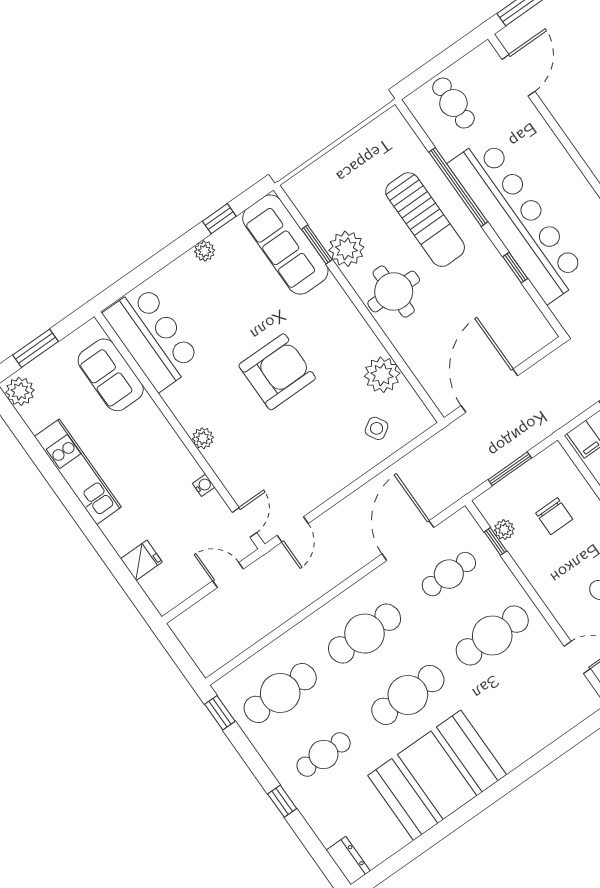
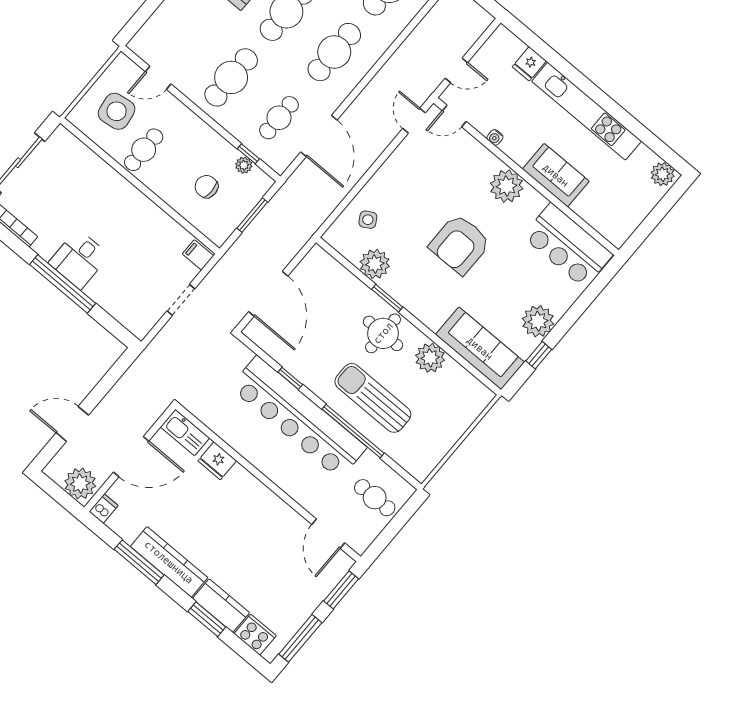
window: (317, 244) -> (387, 298), moved
plant: (205, 251) -> (538, 321), width x1.88, depth x1.88
window: (36, 348) -> (659, 212), removed
sofa: (111, 375) -> (556, 175), moved
door: (489, 391) -> (268, 294), moved
plant: (203, 438) -> (507, 186), width x1.88, depth x1.88
kitchen unit: (78, 472) -> (587, 111), width x1.36
door: (245, 522) -> (454, 116), hinge flipped

